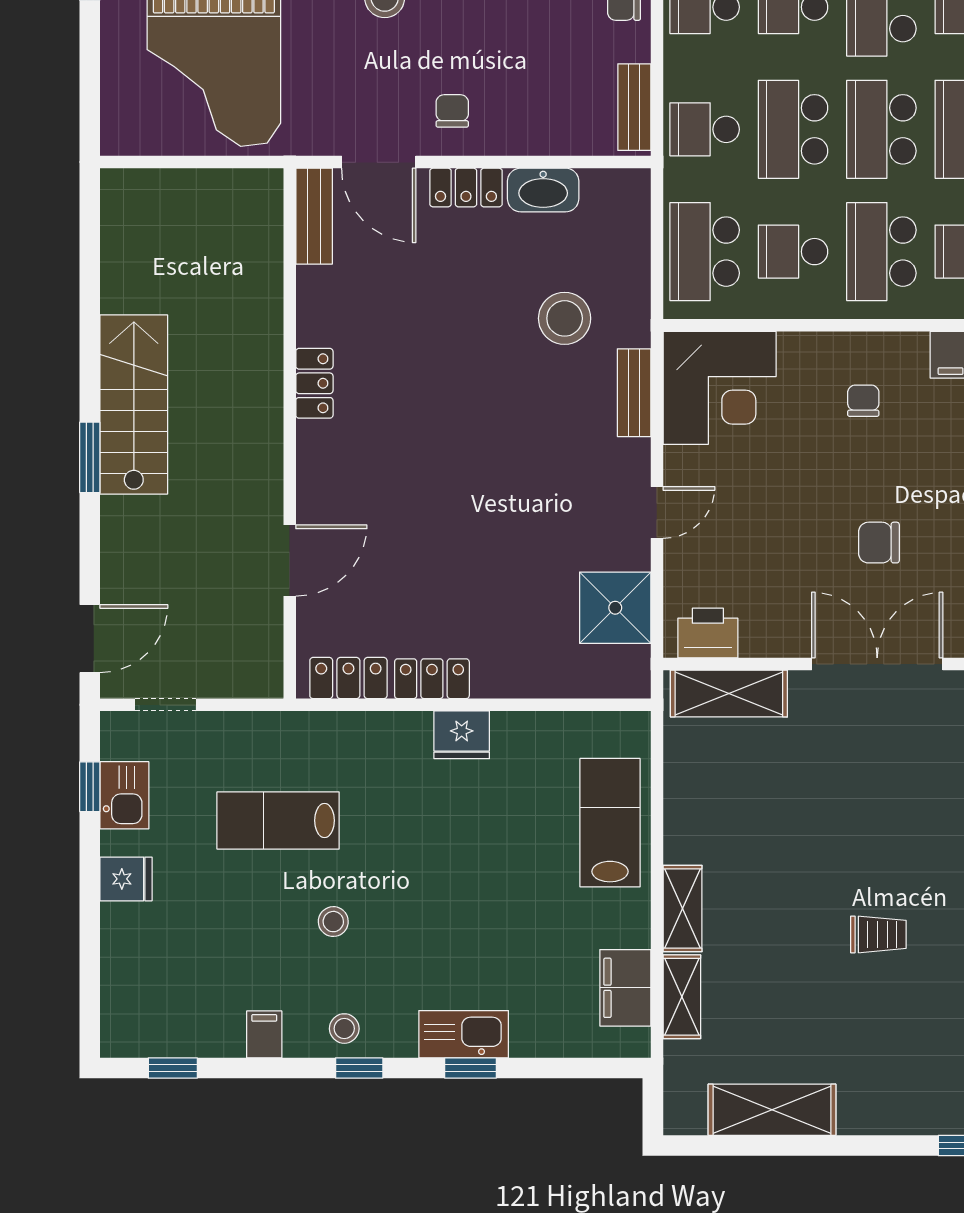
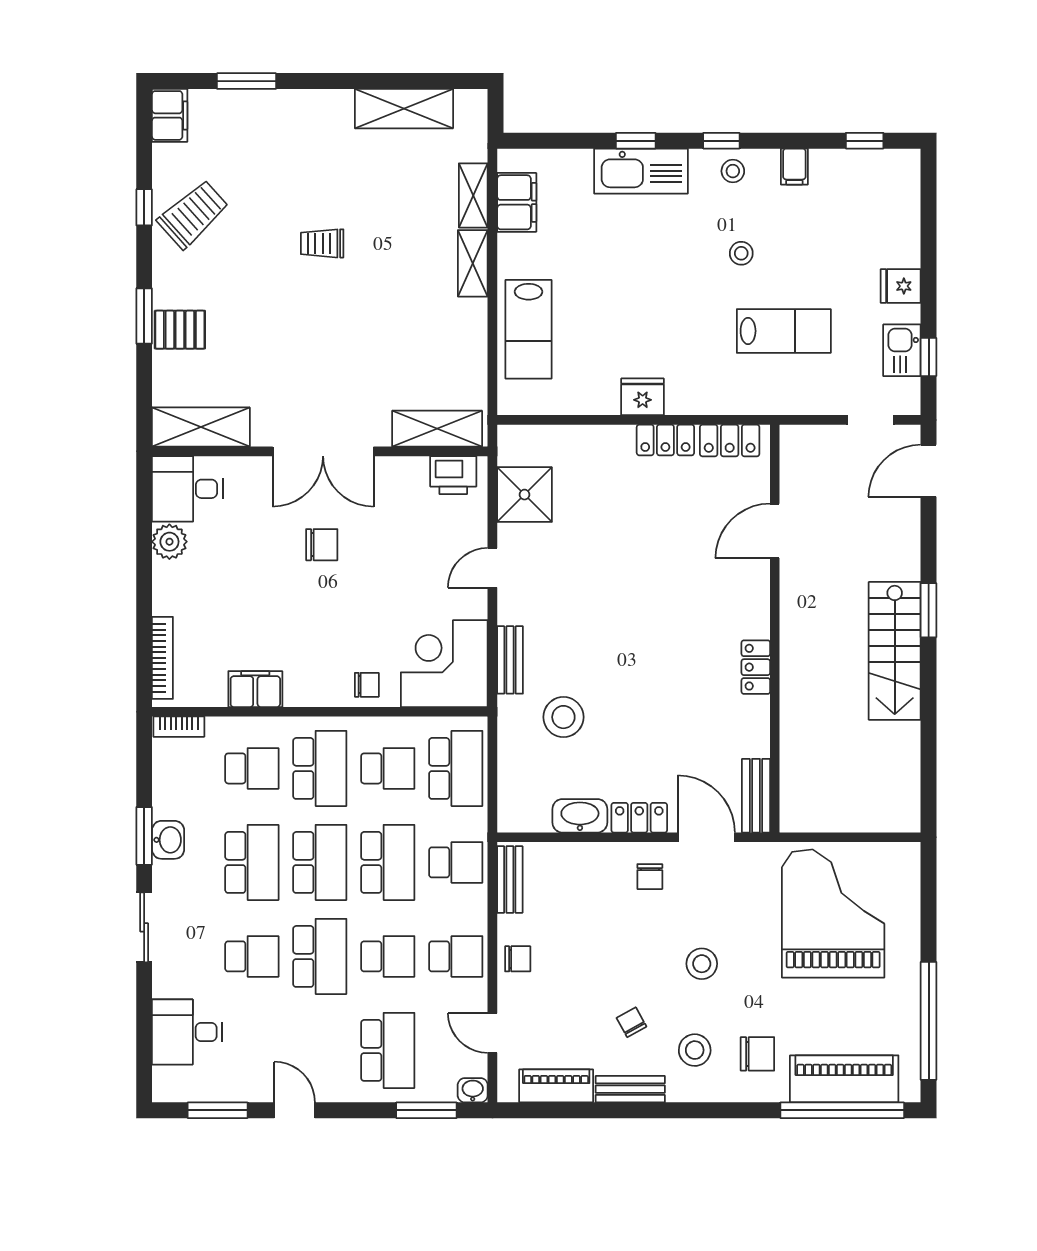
chair: (863, 401) -> (367, 685), moved, turned -90
kitchen sink: (464, 1034) -> (641, 171), width x1.36, depth x1.24

